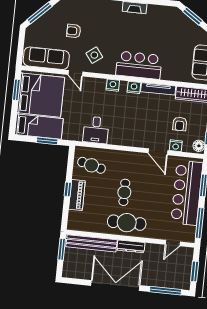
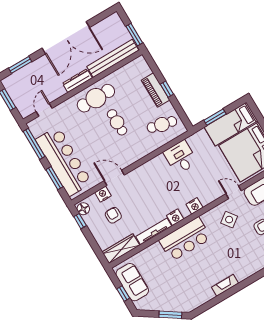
window: (165, 291) -> (20, 65), width x0.69

